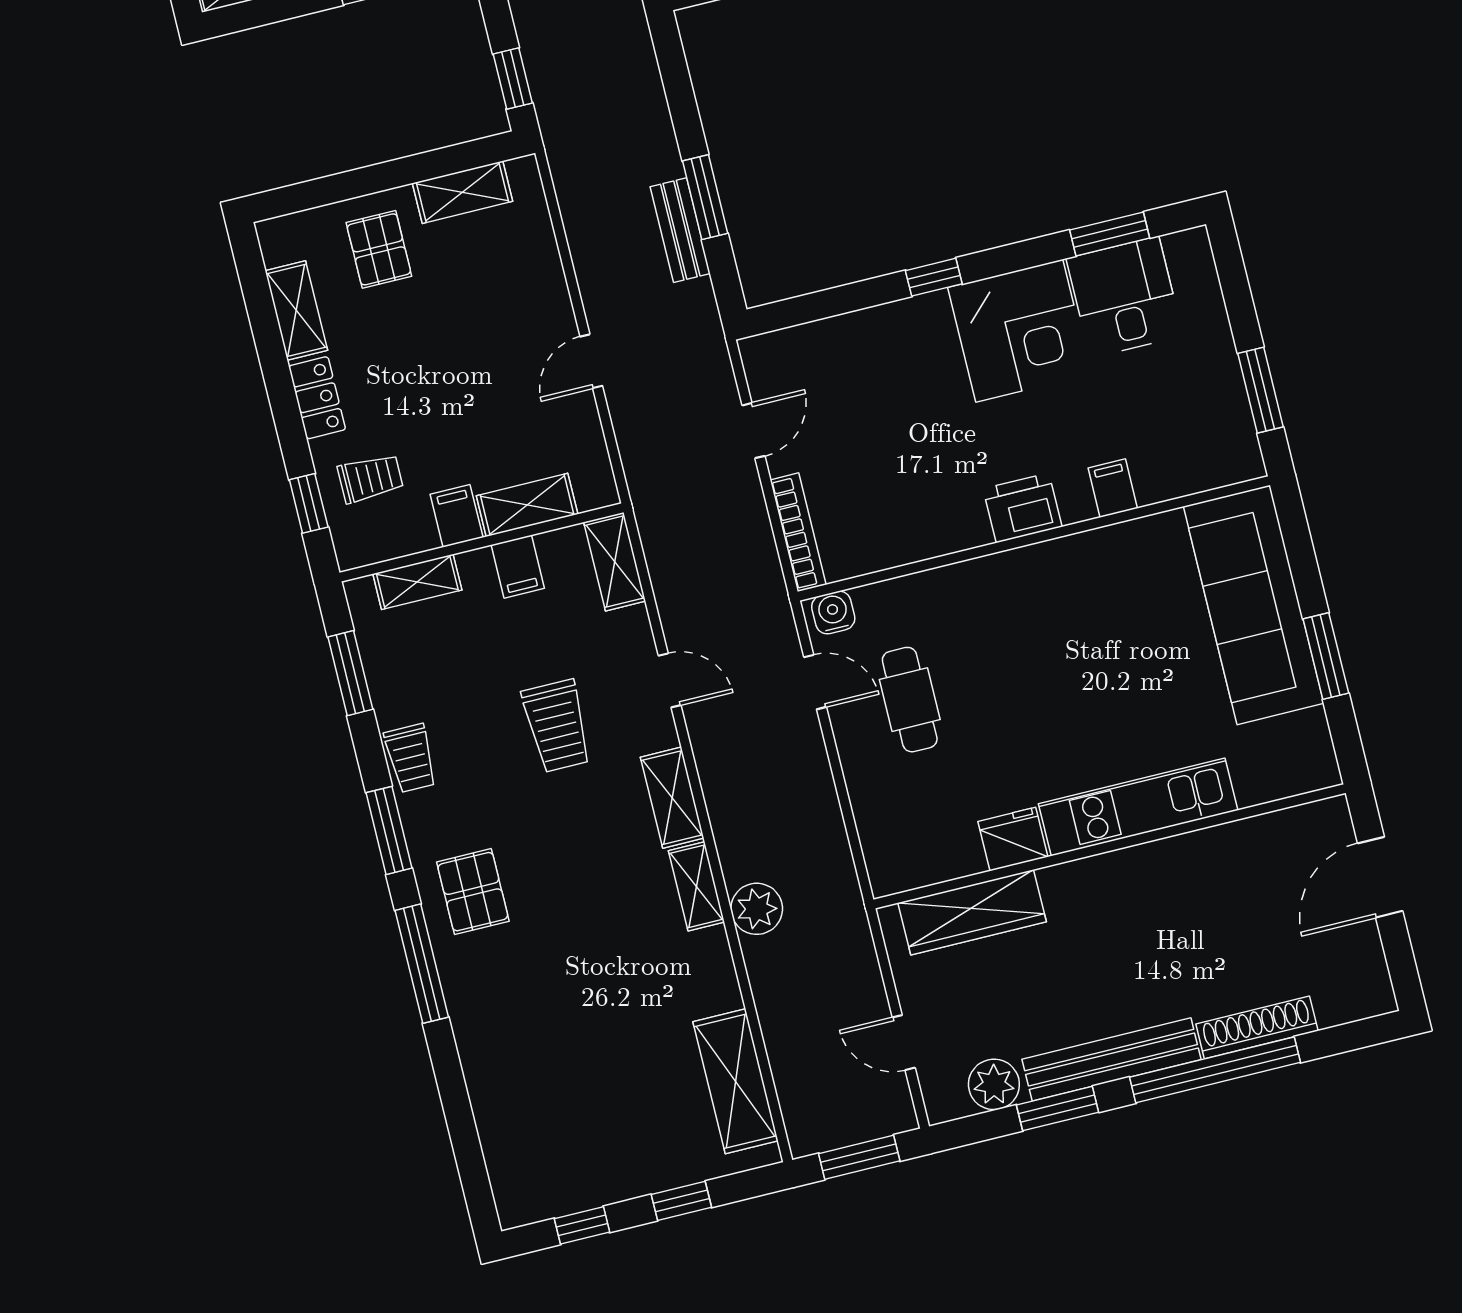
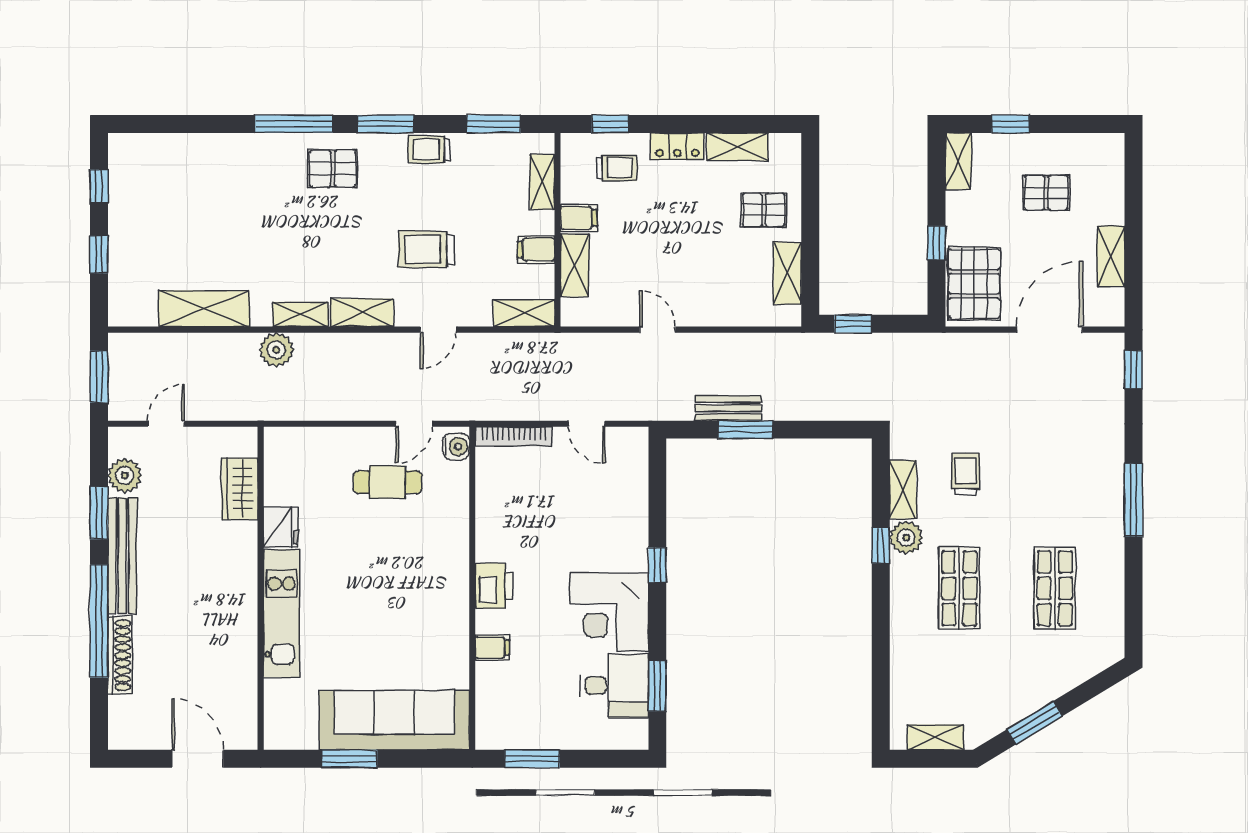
trolley: (370, 478) -> (617, 168), turned -90
wardrobe: (972, 912) -> (240, 489), width x0.67
shelving: (736, 1081) -> (204, 309), moved

